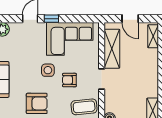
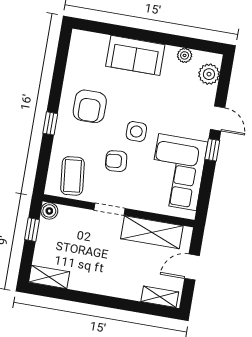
armchair: (69, 80) -> (116, 161), turned -95

